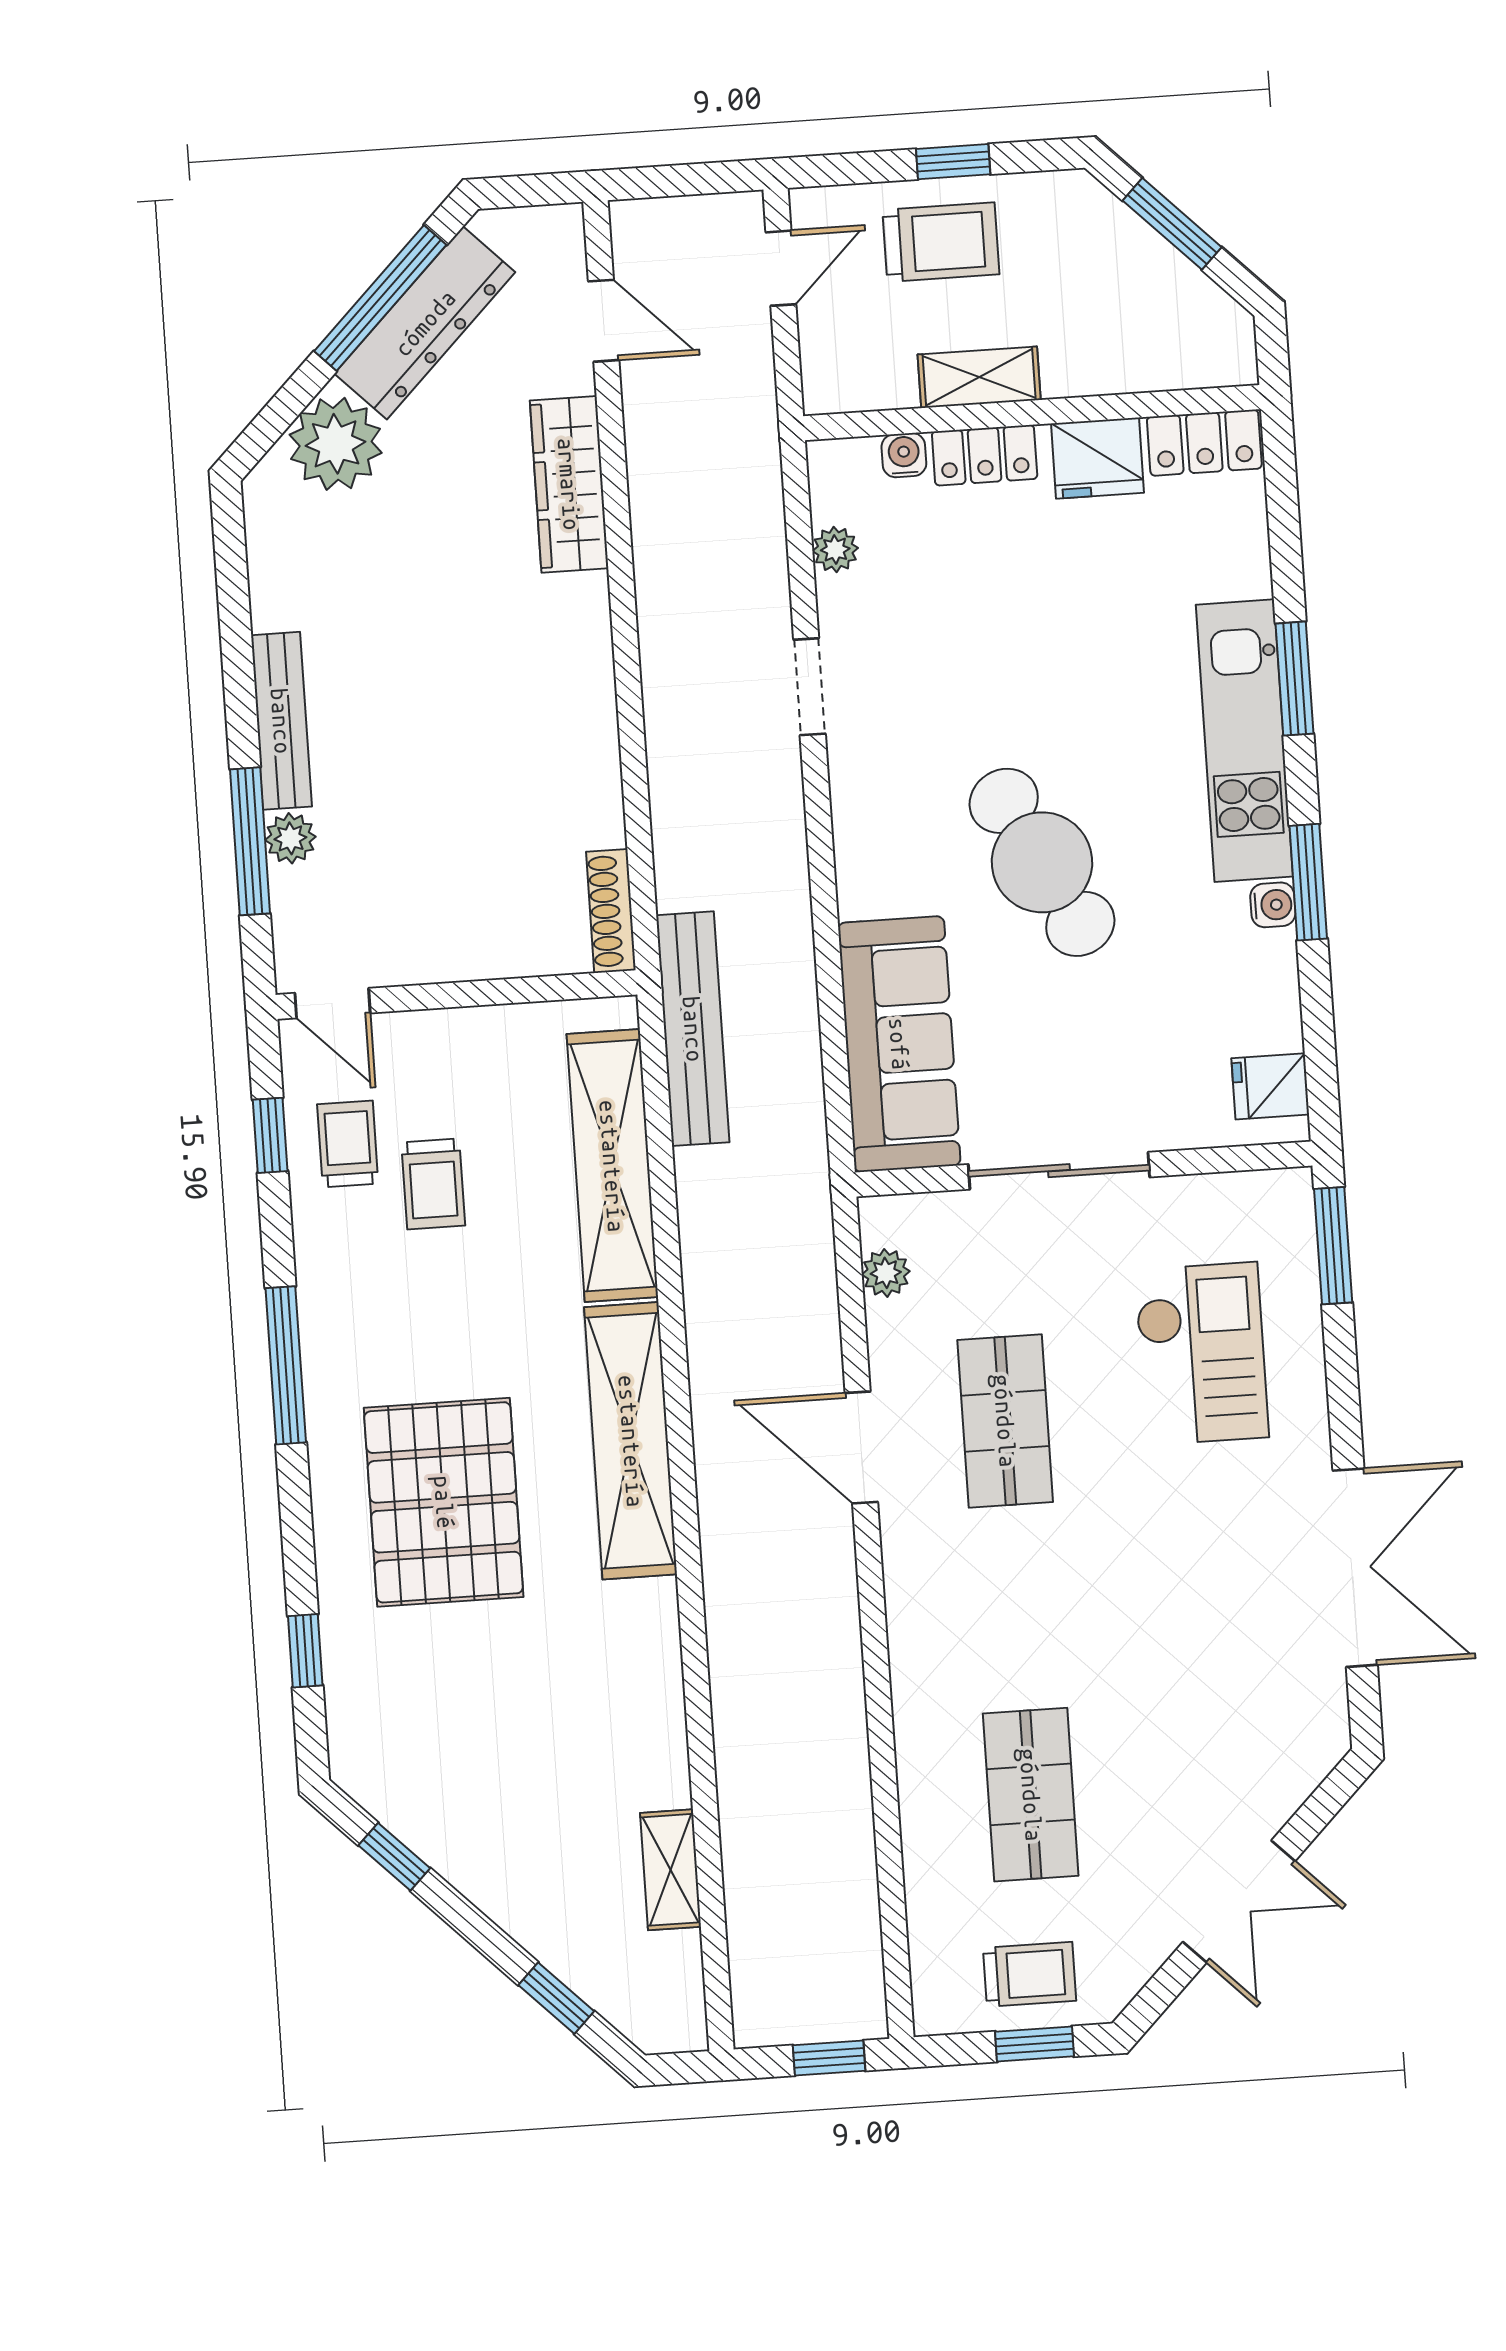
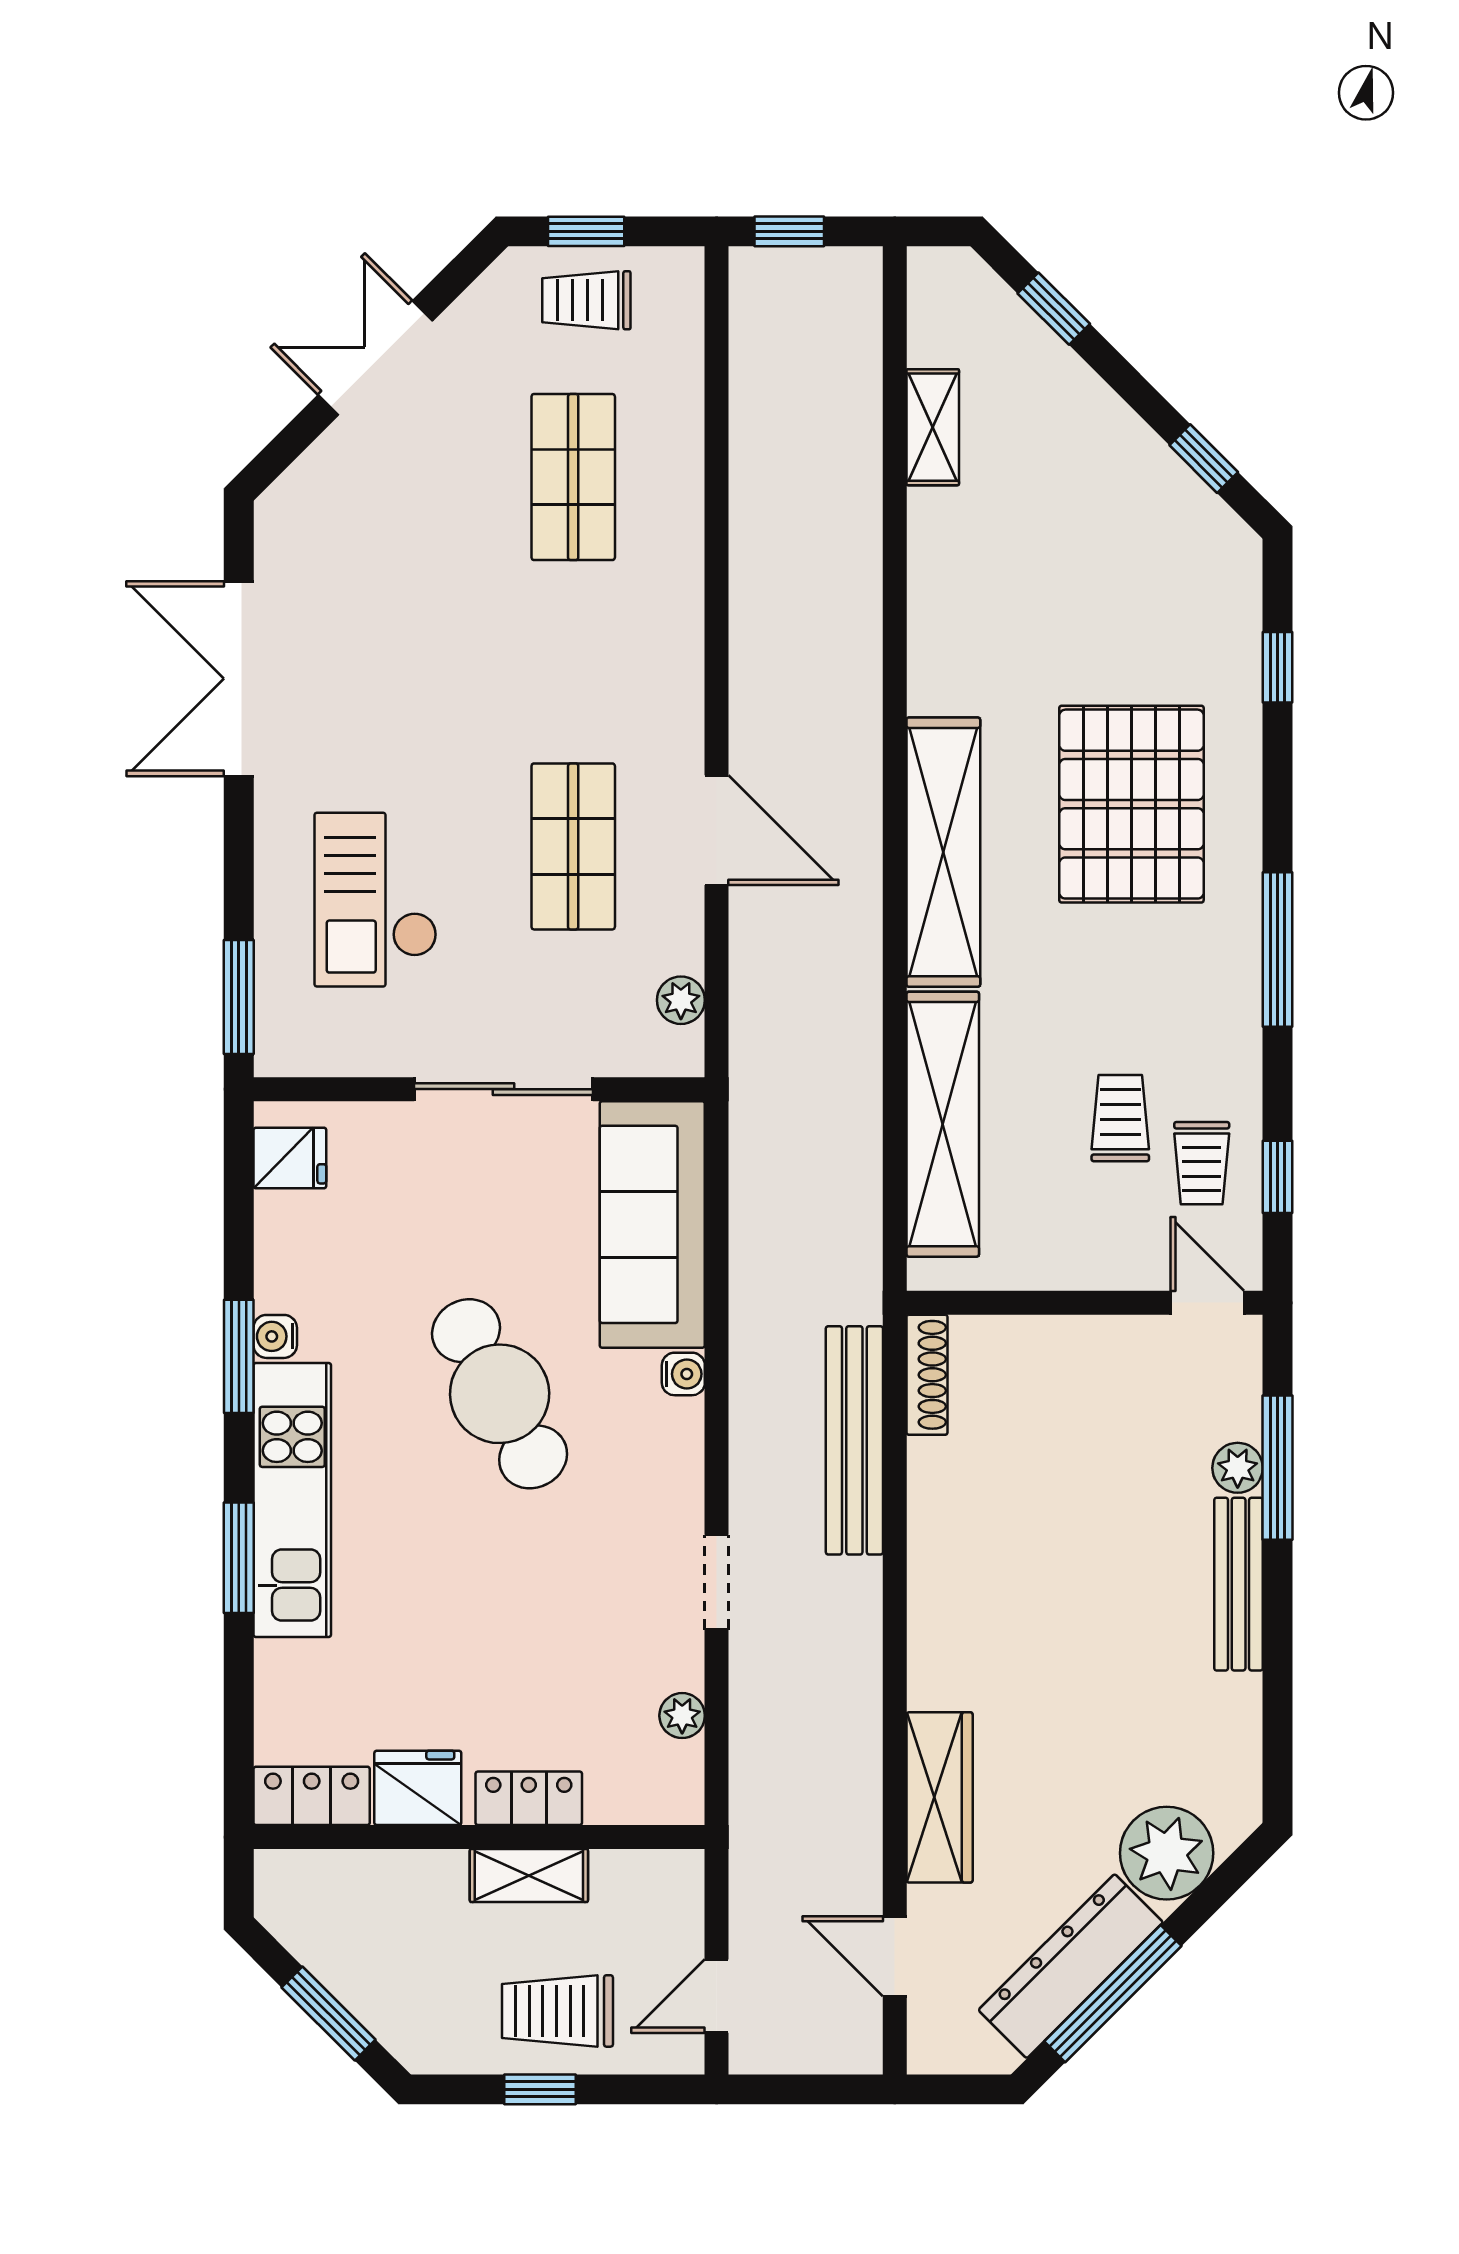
water cooler: (904, 455) -> (683, 1374), moved, turned -90
bench: (693, 1029) -> (854, 1440), moved

